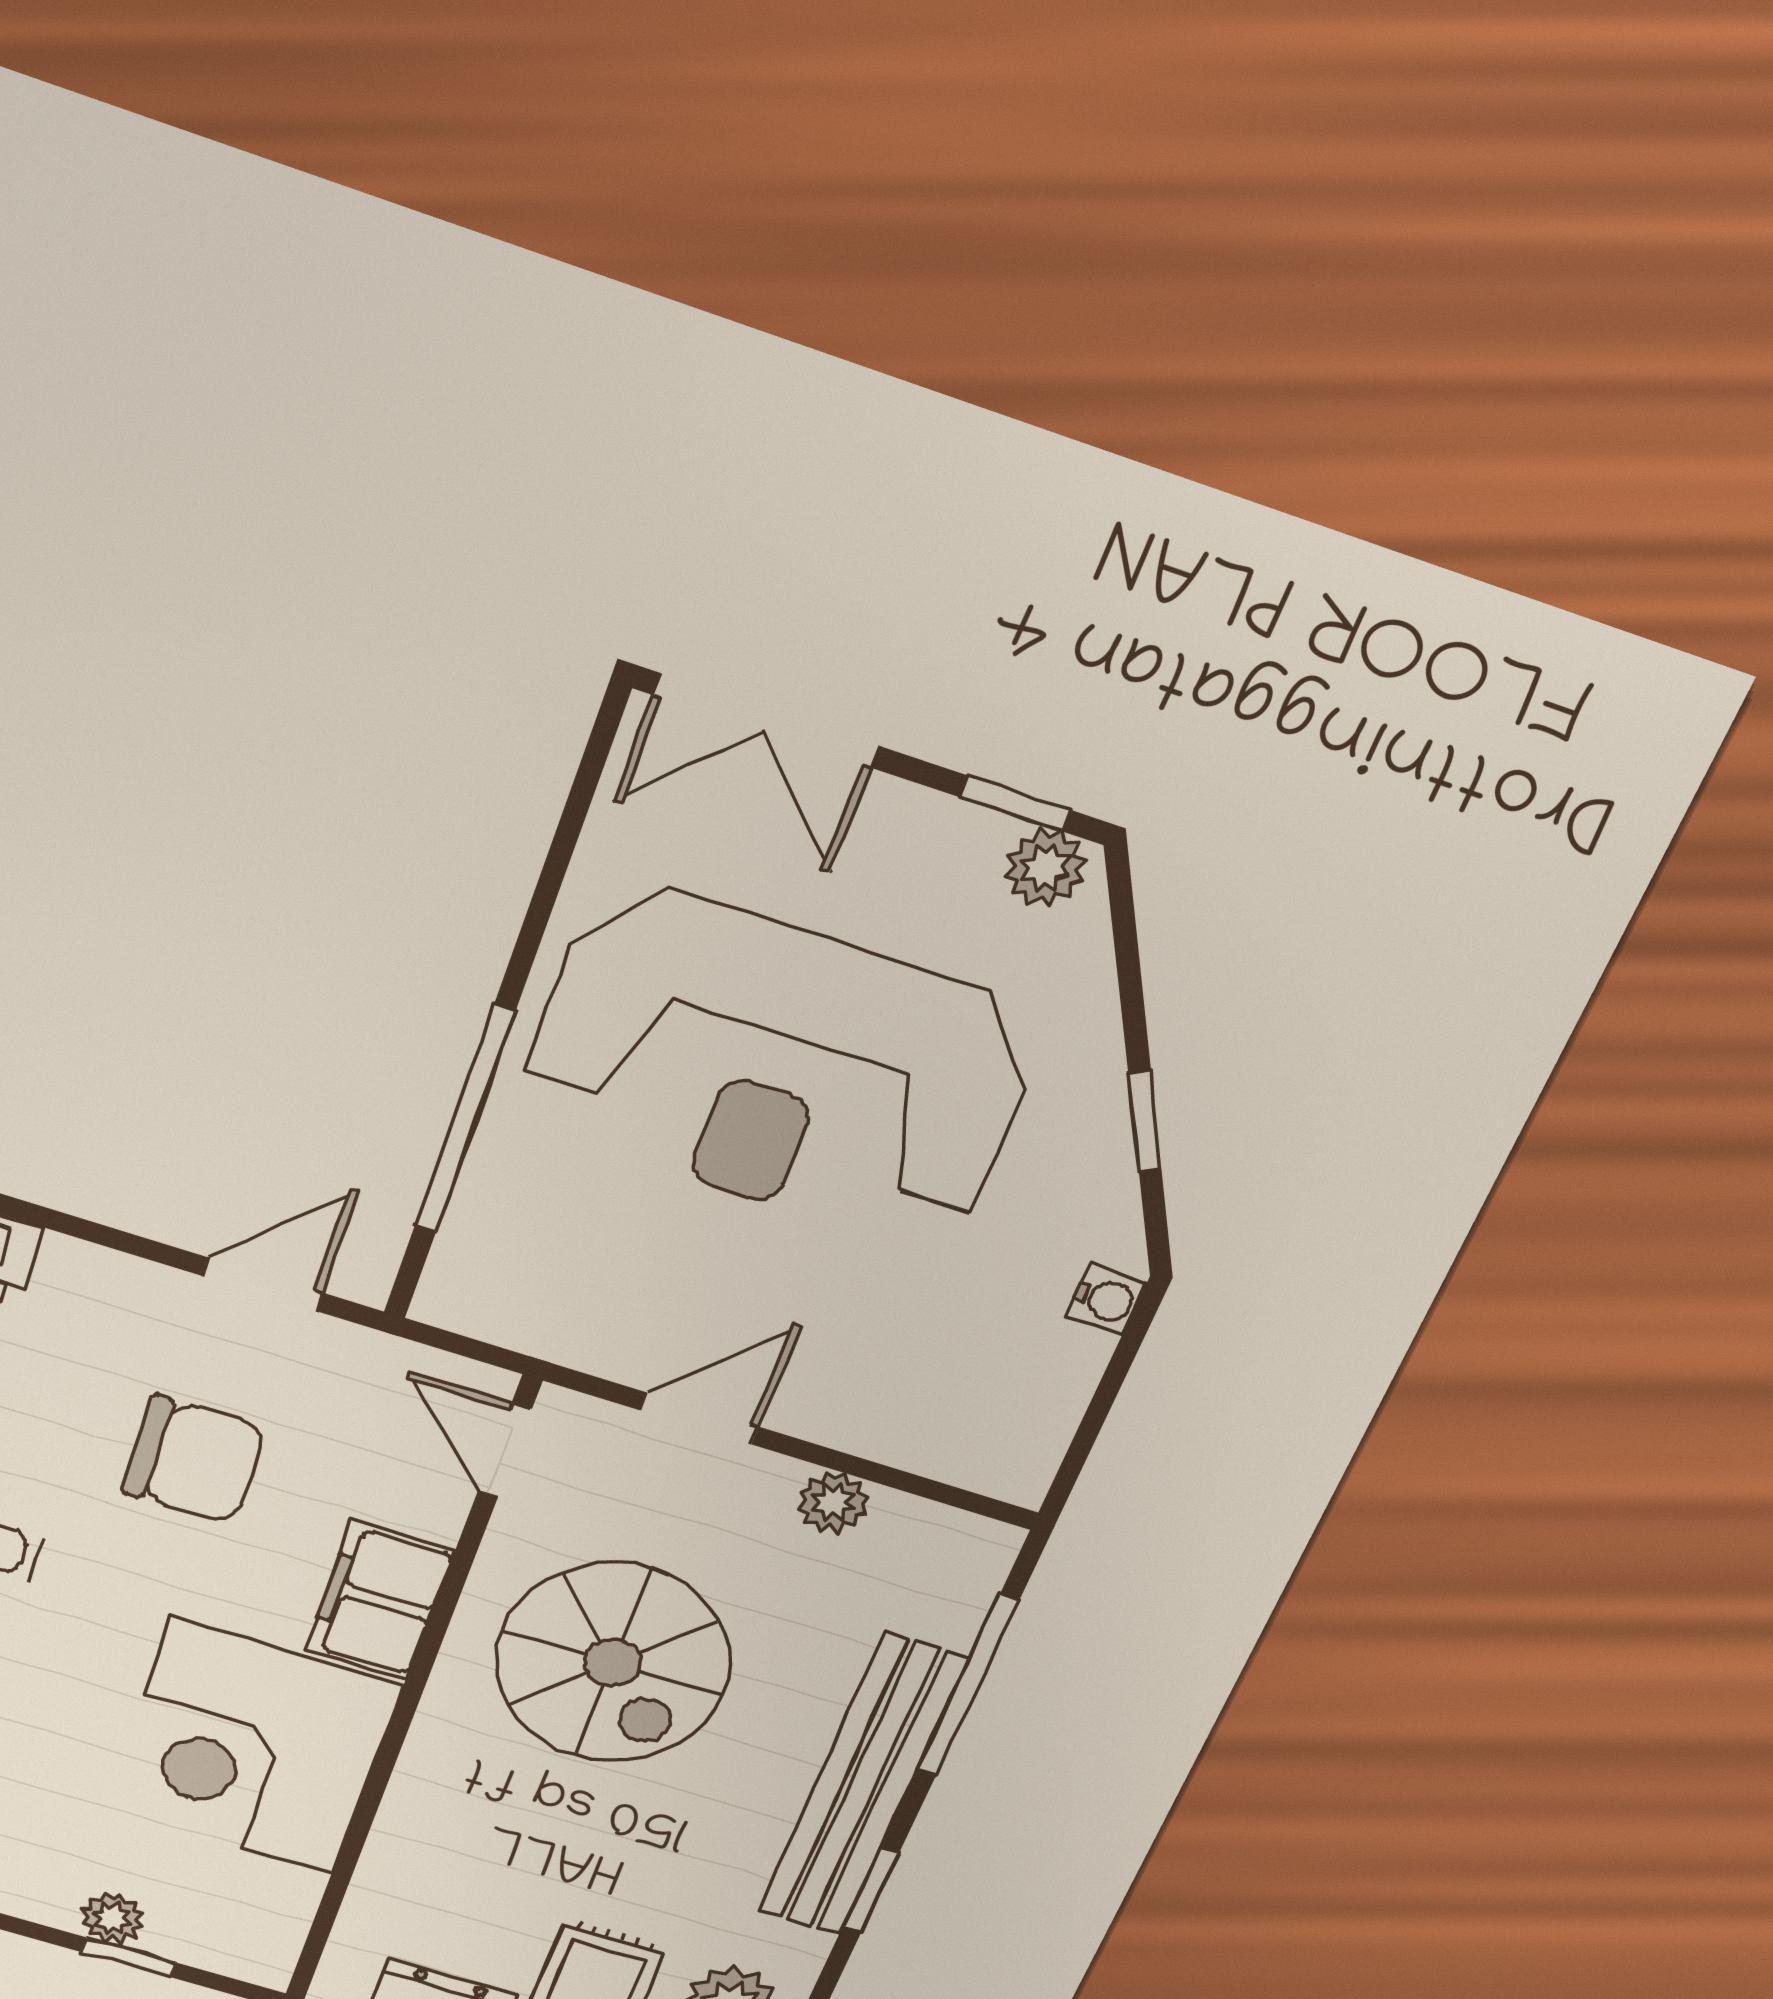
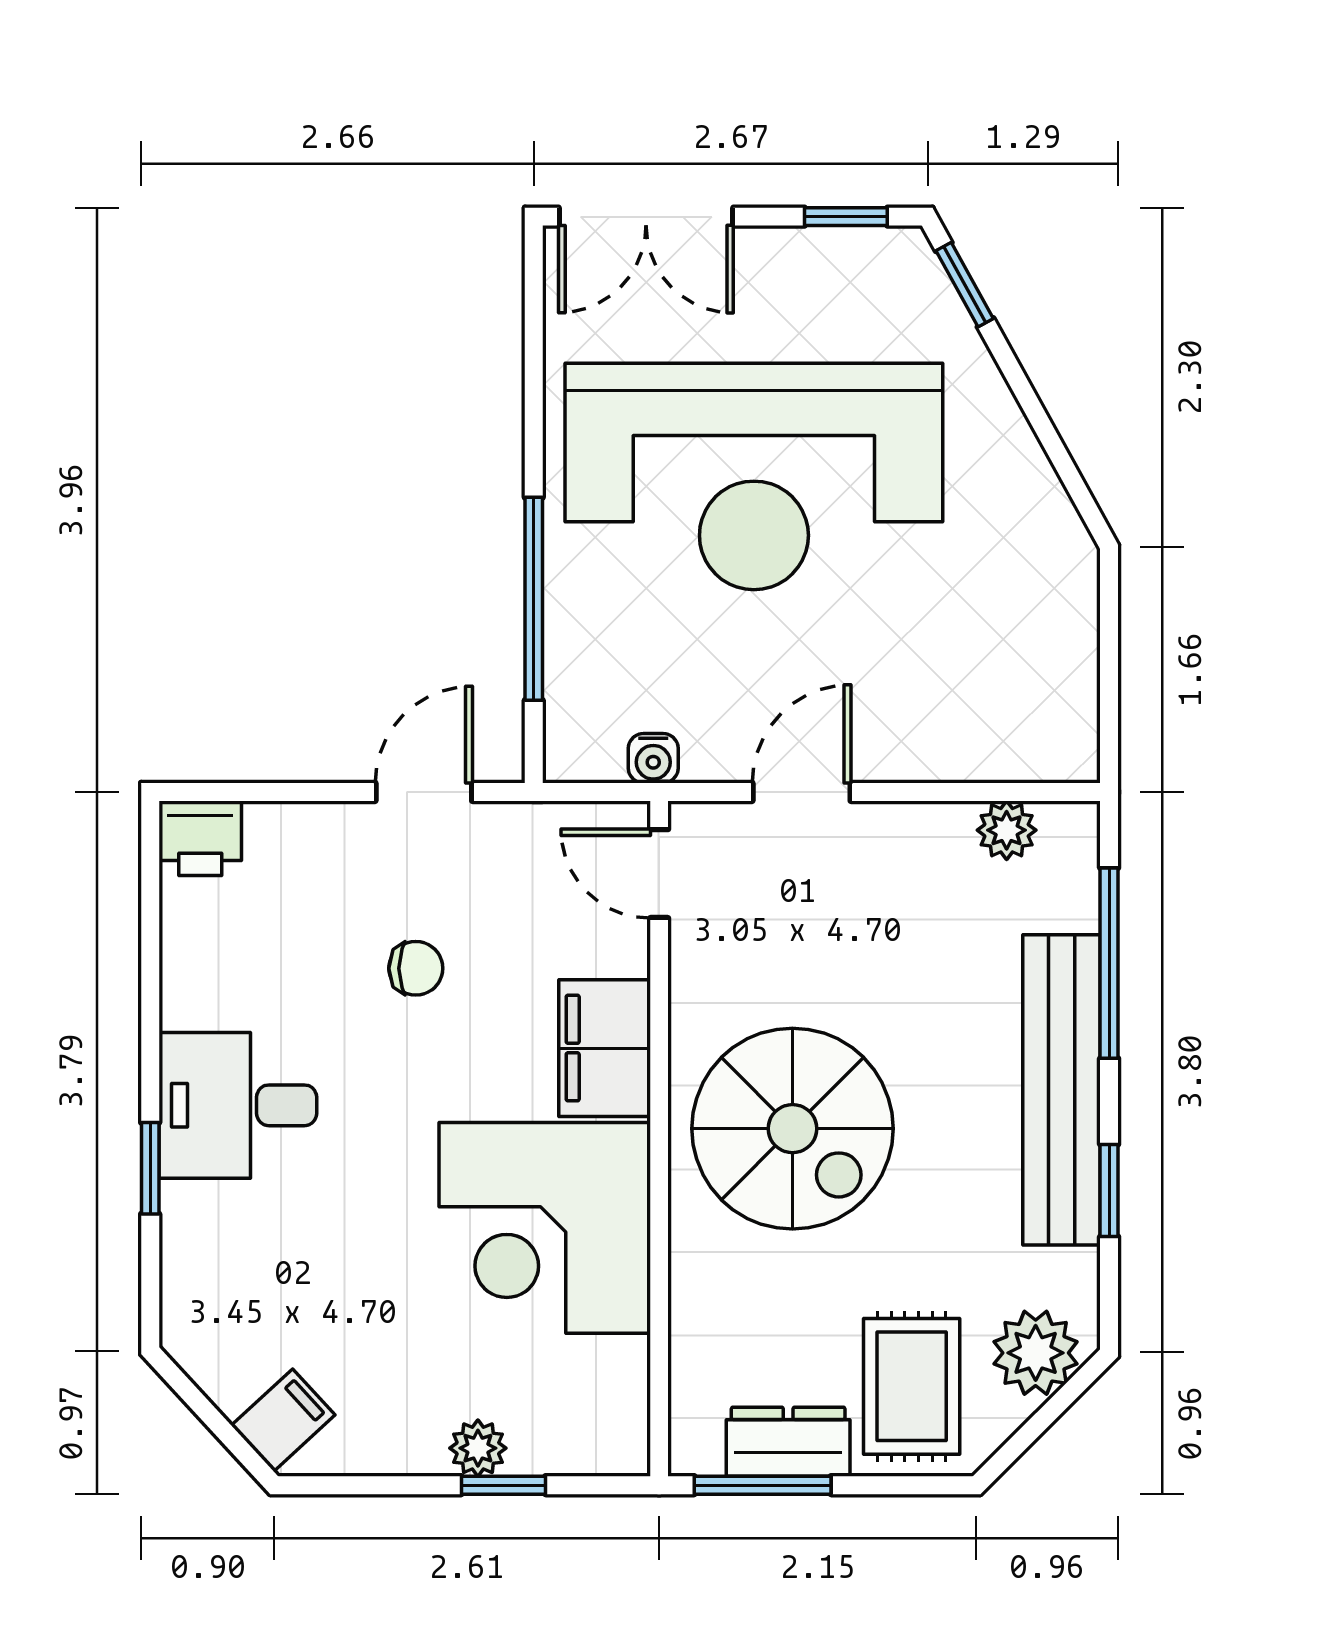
plant: (1045, 868) -> (887, 257), removed
window: (1145, 1122) -> (965, 285), moved
water cooler: (1106, 1300) -> (653, 758), moved, turned 90
chair: (194, 1460) -> (416, 968), width x0.54, depth x0.54
plant: (833, 1502) -> (1007, 830), moved
spiral stairs: (612, 1663) -> (792, 1129), moved

